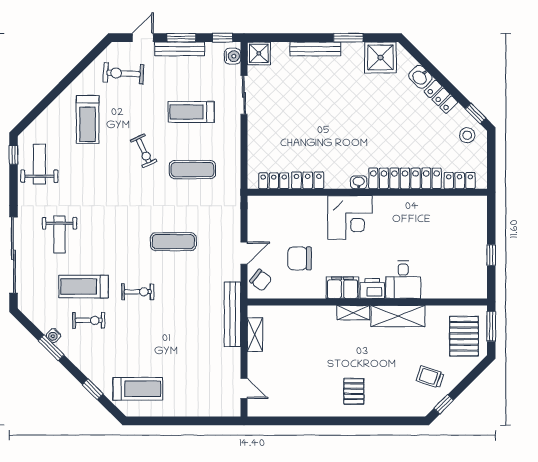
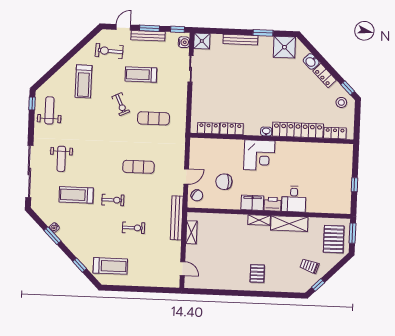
treadmill: (191, 112) -> (141, 75), moved
exercise bike: (89, 320) -> (133, 228), moved

